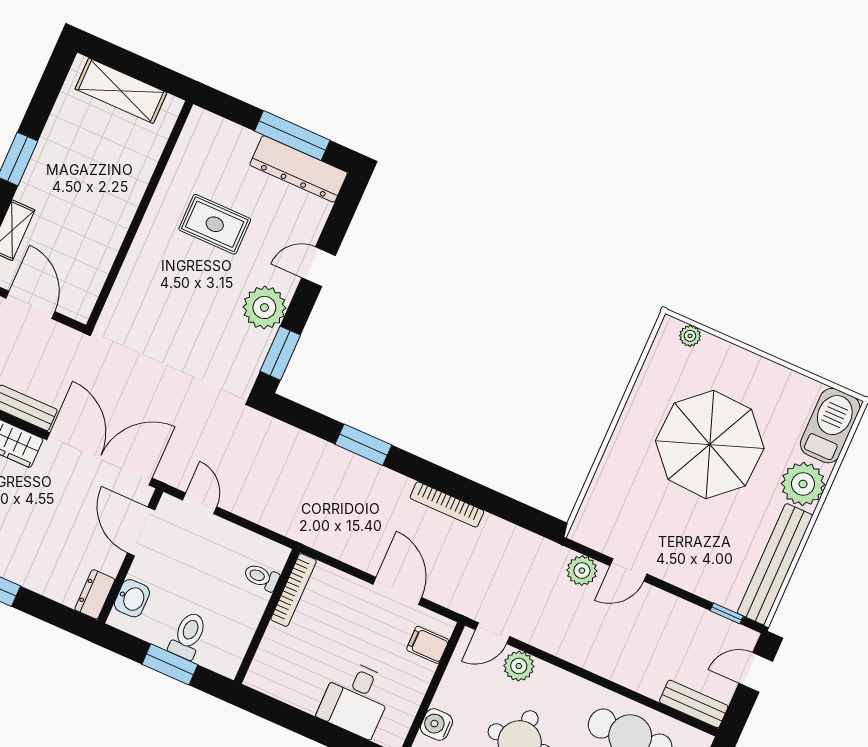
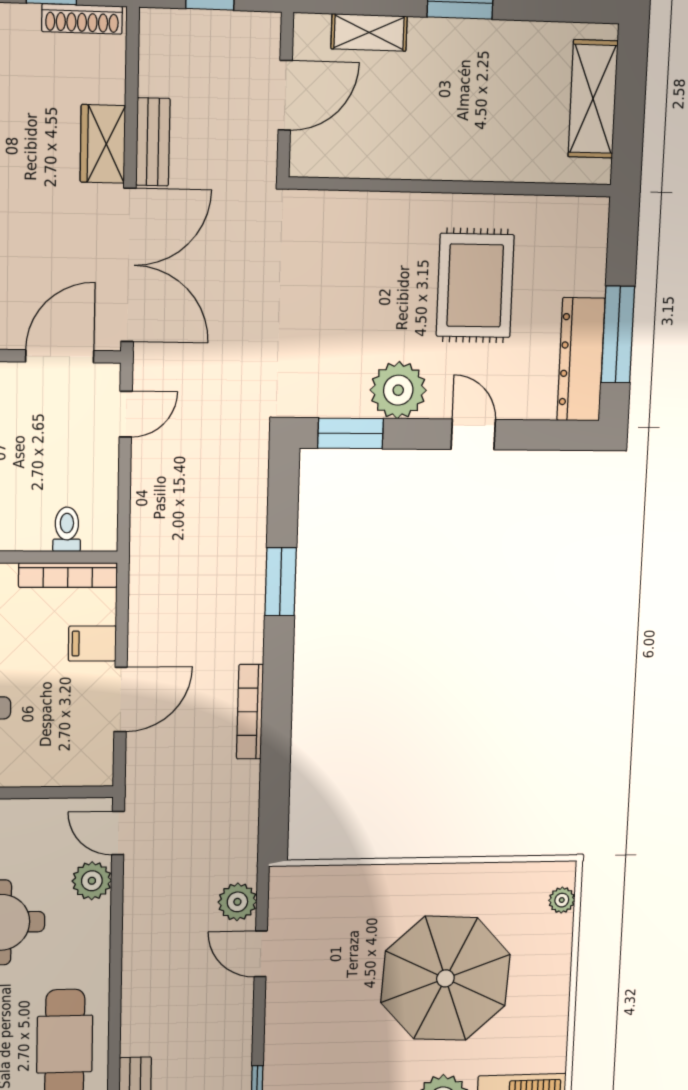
rug: (215, 224) -> (475, 286), width x1.36, depth x1.43
filing cabinet: (428, 645) -> (92, 643), moved, turned -90

